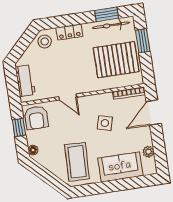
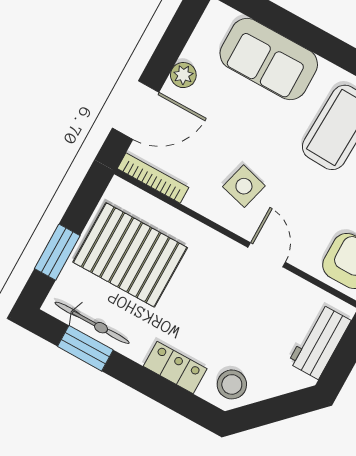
side table: (105, 123) -> (244, 186), moved
plant: (148, 152) -> (183, 75), moved

